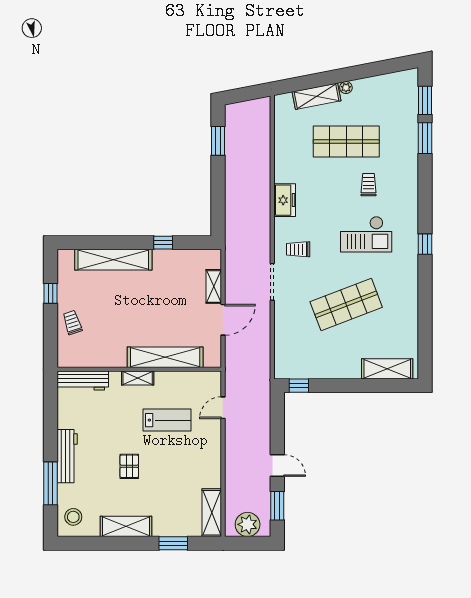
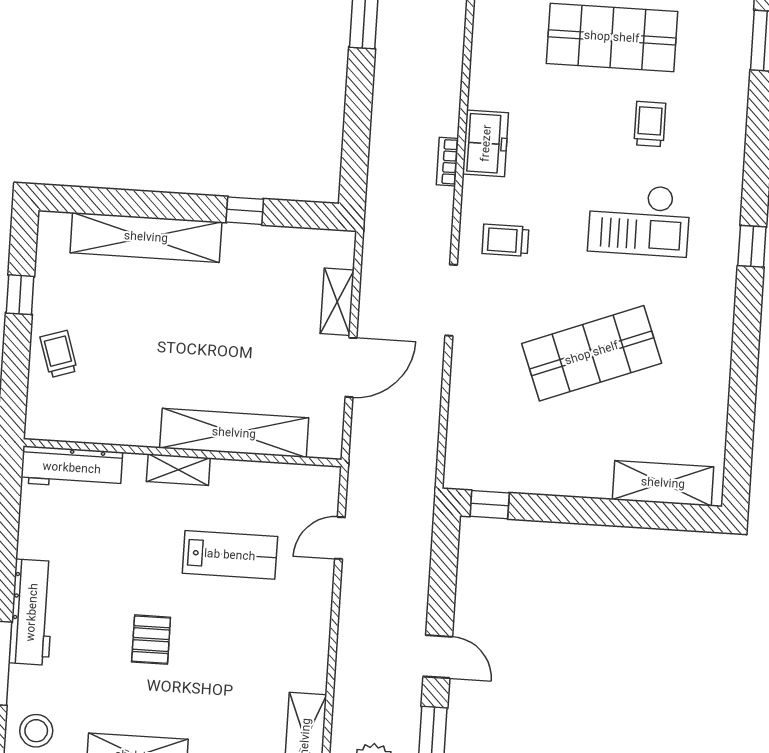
bookcase: (266, 211) -> (447, 162), added

